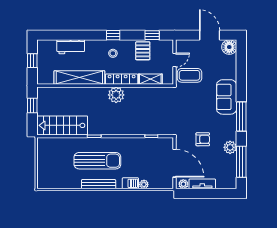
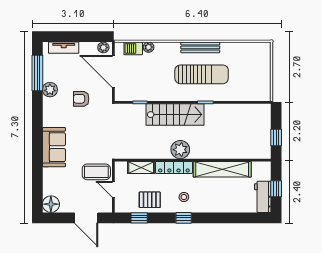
door: (210, 35) -> (86, 218), moved
workbench: (71, 47) -> (263, 197), moved, turned -90
pallet: (143, 51) -> (150, 200), turned 90
door: (175, 60) -> (113, 189), hinge flipped
window: (241, 116) -> (37, 125), removed
stairs: (62, 125) -> (175, 115), moved
sun lounger: (97, 161) -> (202, 74), turned 180
barbecue: (130, 183) -> (133, 48), moved
tv unit: (202, 184) -> (64, 48), moved

